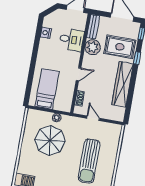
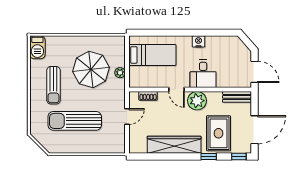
nightstand: (46, 33) -> (198, 41), moved
desk: (72, 40) -> (203, 74), moved
plant: (93, 47) -> (197, 101), moved
sun lounger: (57, 173) -> (53, 85), added

